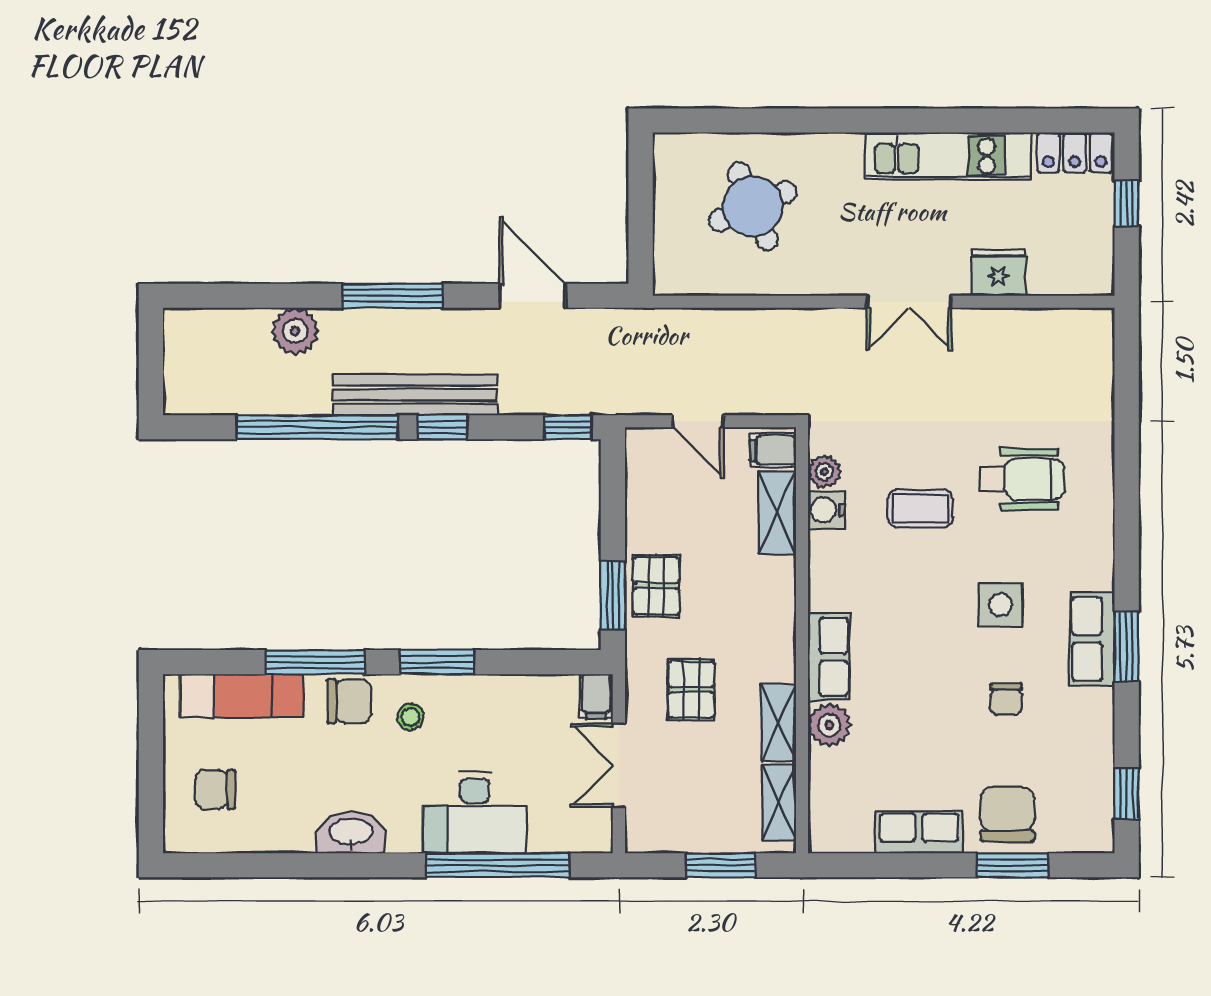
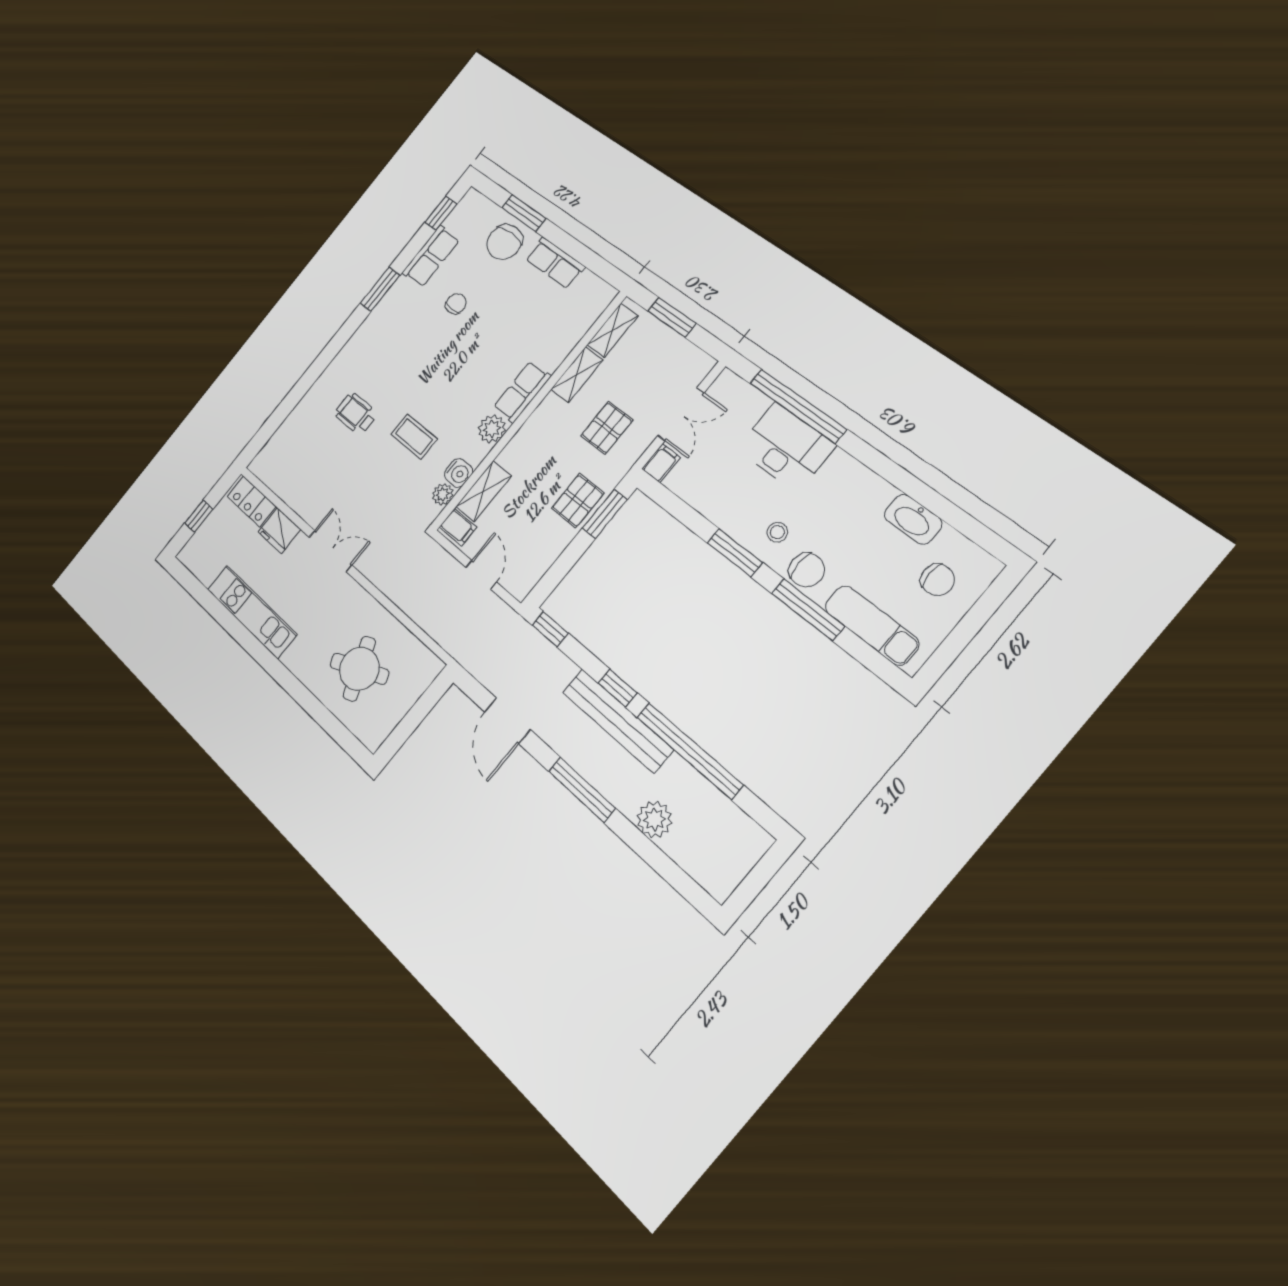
locker: (1075, 153) -> (252, 501), moved, turned 180
wheelchair: (1022, 479) -> (356, 414), width x0.73, depth x0.73
side table: (1000, 605) -> (419, 356), removed
row of seats: (1092, 639) -> (431, 256), moved
chair: (349, 701) -> (807, 570), turned 180
plant: (829, 725) -> (492, 429), moved
washbasin: (351, 833) -> (913, 519), moved

